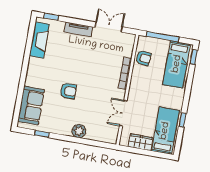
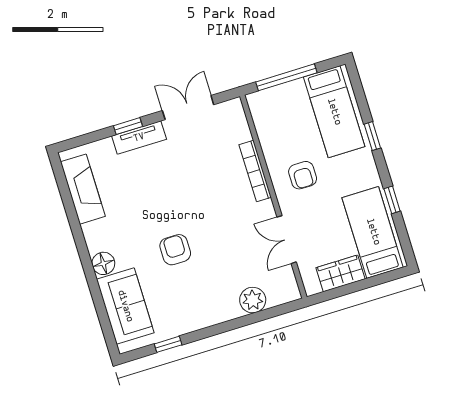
window: (51, 17) -> (128, 126), moved
window: (194, 57) -> (372, 136), moved
armchair: (143, 58) -> (303, 175), moved, turned 85
floor lamp: (31, 80) -> (103, 263), added
armchair: (68, 91) -> (175, 250), turned -90
plant: (79, 131) -> (253, 300), moved

